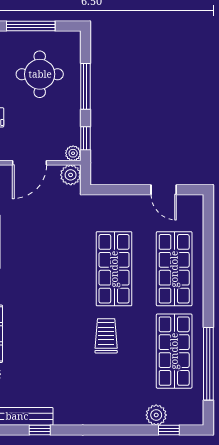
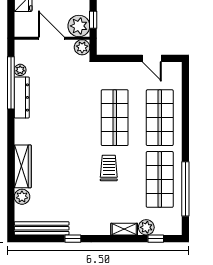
plant: (73, 153) -> (79, 26), width x1.87, depth x1.87
door: (29, 163) -> (51, 38), swing flipped
shelving: (127, 417) -> (124, 229), added
window: (40, 430) -> (73, 239), moved

